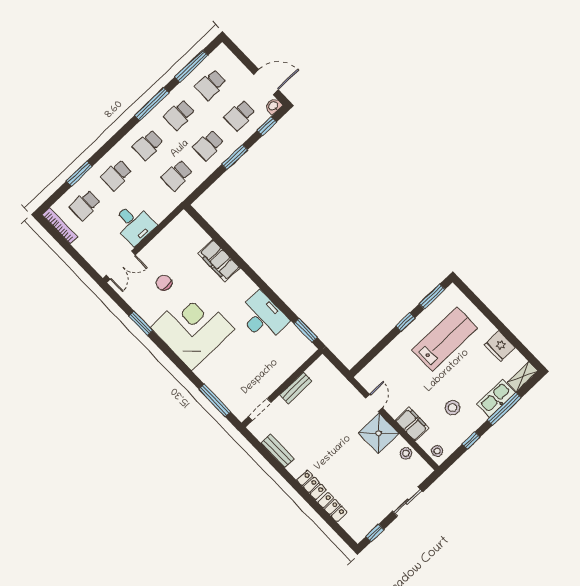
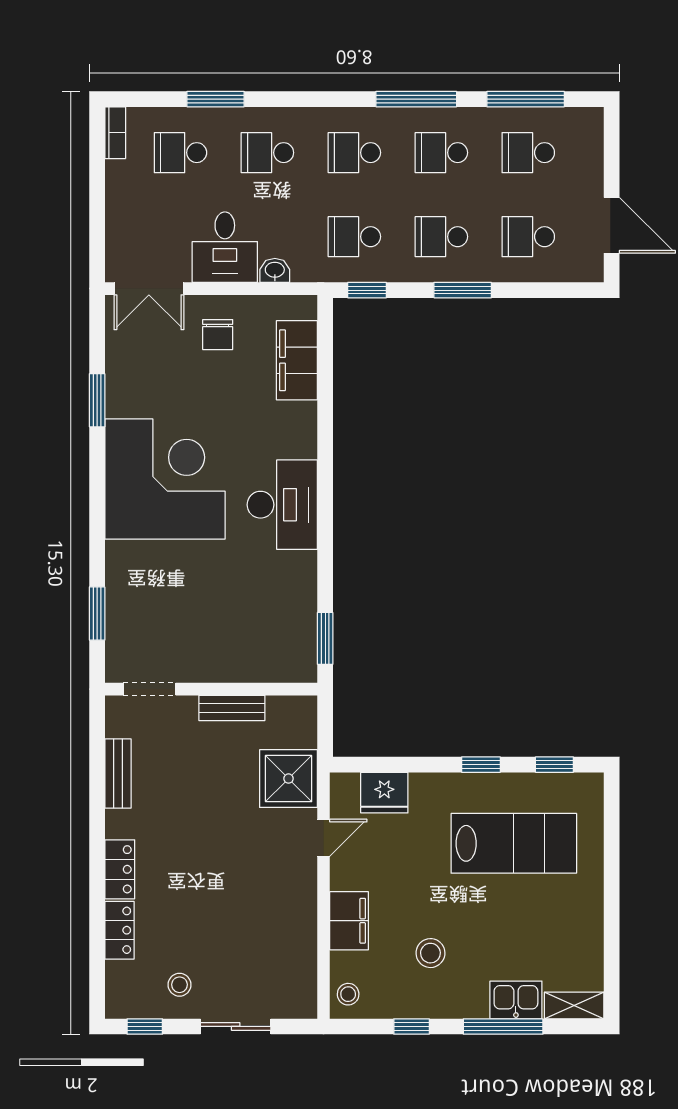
washbasin: (273, 106) -> (275, 270), moved
window: (267, 126) -> (367, 290), moved
bookcase: (60, 226) -> (115, 133), width x0.64
filing cabinet: (219, 261) -> (297, 360), moved
chair: (164, 283) -> (218, 335), moved, turned 180
window: (432, 297) -> (554, 765), width x0.67
desk: (263, 317) -> (282, 505), moved
fridge: (500, 346) -> (384, 793), moved, turned -90
kitchen sink: (496, 398) -> (516, 1000), width x0.73
window: (215, 400) -> (97, 614), width x0.69
shower: (379, 433) -> (289, 779), moved
stool: (406, 453) -> (180, 985), moved

